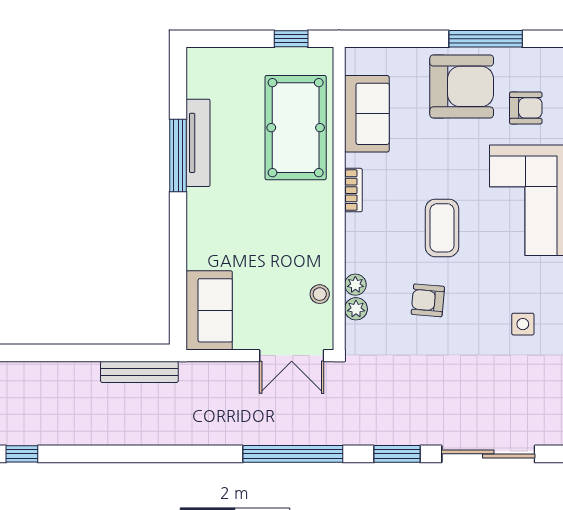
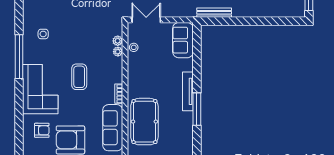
armchair: (526, 108) -> (42, 130), turned 180
sofa: (367, 114) -> (113, 128), width x1.36
tv unit: (198, 143) -> (188, 91), moved
armchair: (428, 300) -> (85, 45), removed

